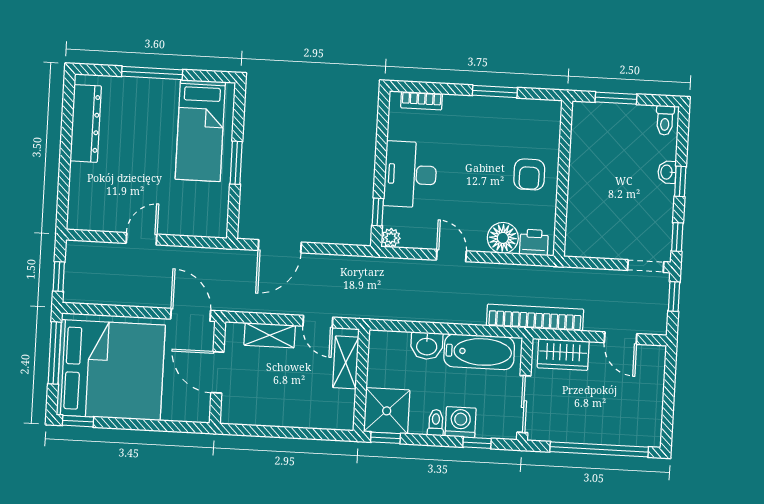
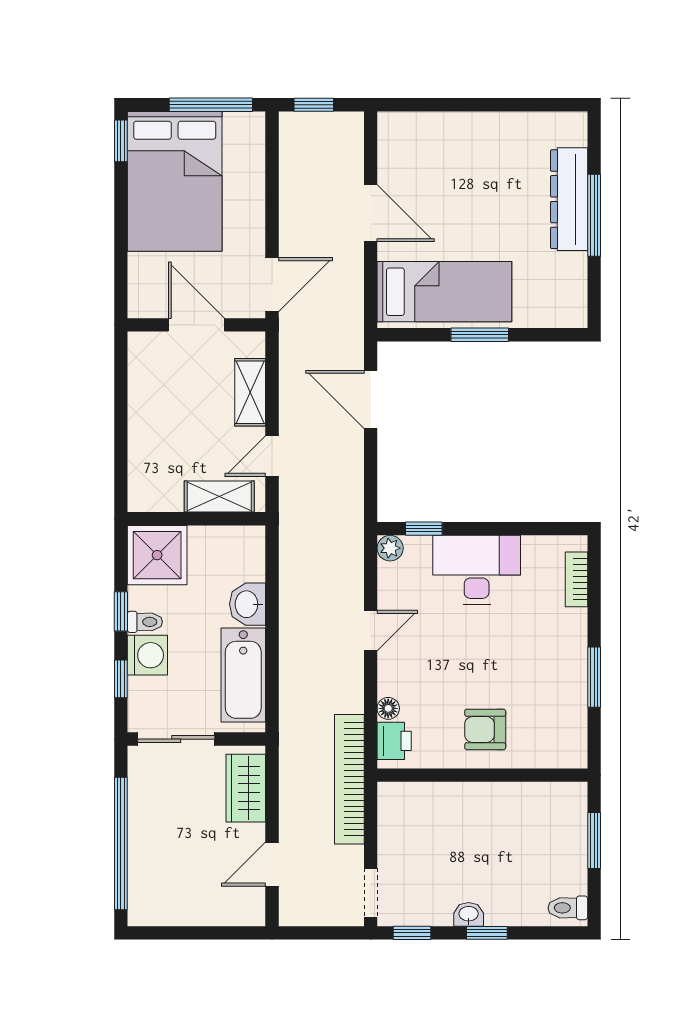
dresser: (86, 123) -> (569, 199), moved, turned 90
bed: (200, 131) -> (444, 292), moved, turned 180
washbasin: (667, 172) -> (469, 914), moved
floor lamp: (503, 238) -> (388, 708), width x0.53, depth x0.53
door: (141, 239) -> (371, 213), width x1.38
window: (674, 297) -> (332, 933), removed
bookcase: (535, 318) -> (349, 779), moved, turned 180
bed: (111, 370) -> (175, 181), width x0.73
door: (217, 372) -> (197, 325), hinge flipped
window: (386, 438) -> (121, 611), moved

